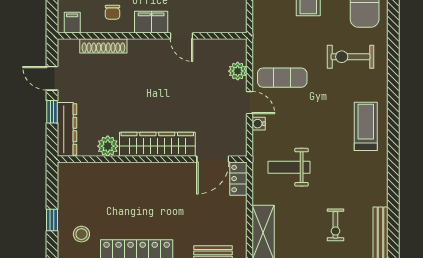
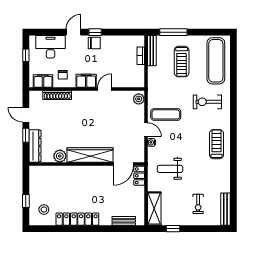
filing cabinet: (72, 23) -> (43, 81), width x2.00
door: (182, 36) -> (105, 89), swing flipped
plant: (238, 71) -> (139, 99), moved

